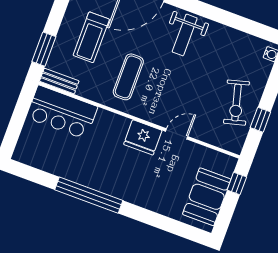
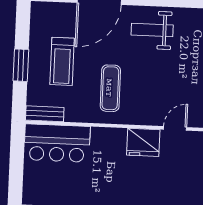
weight bench: (185, 35) -> (152, 30), turned 90
window: (44, 49) -> (21, 65), moved

